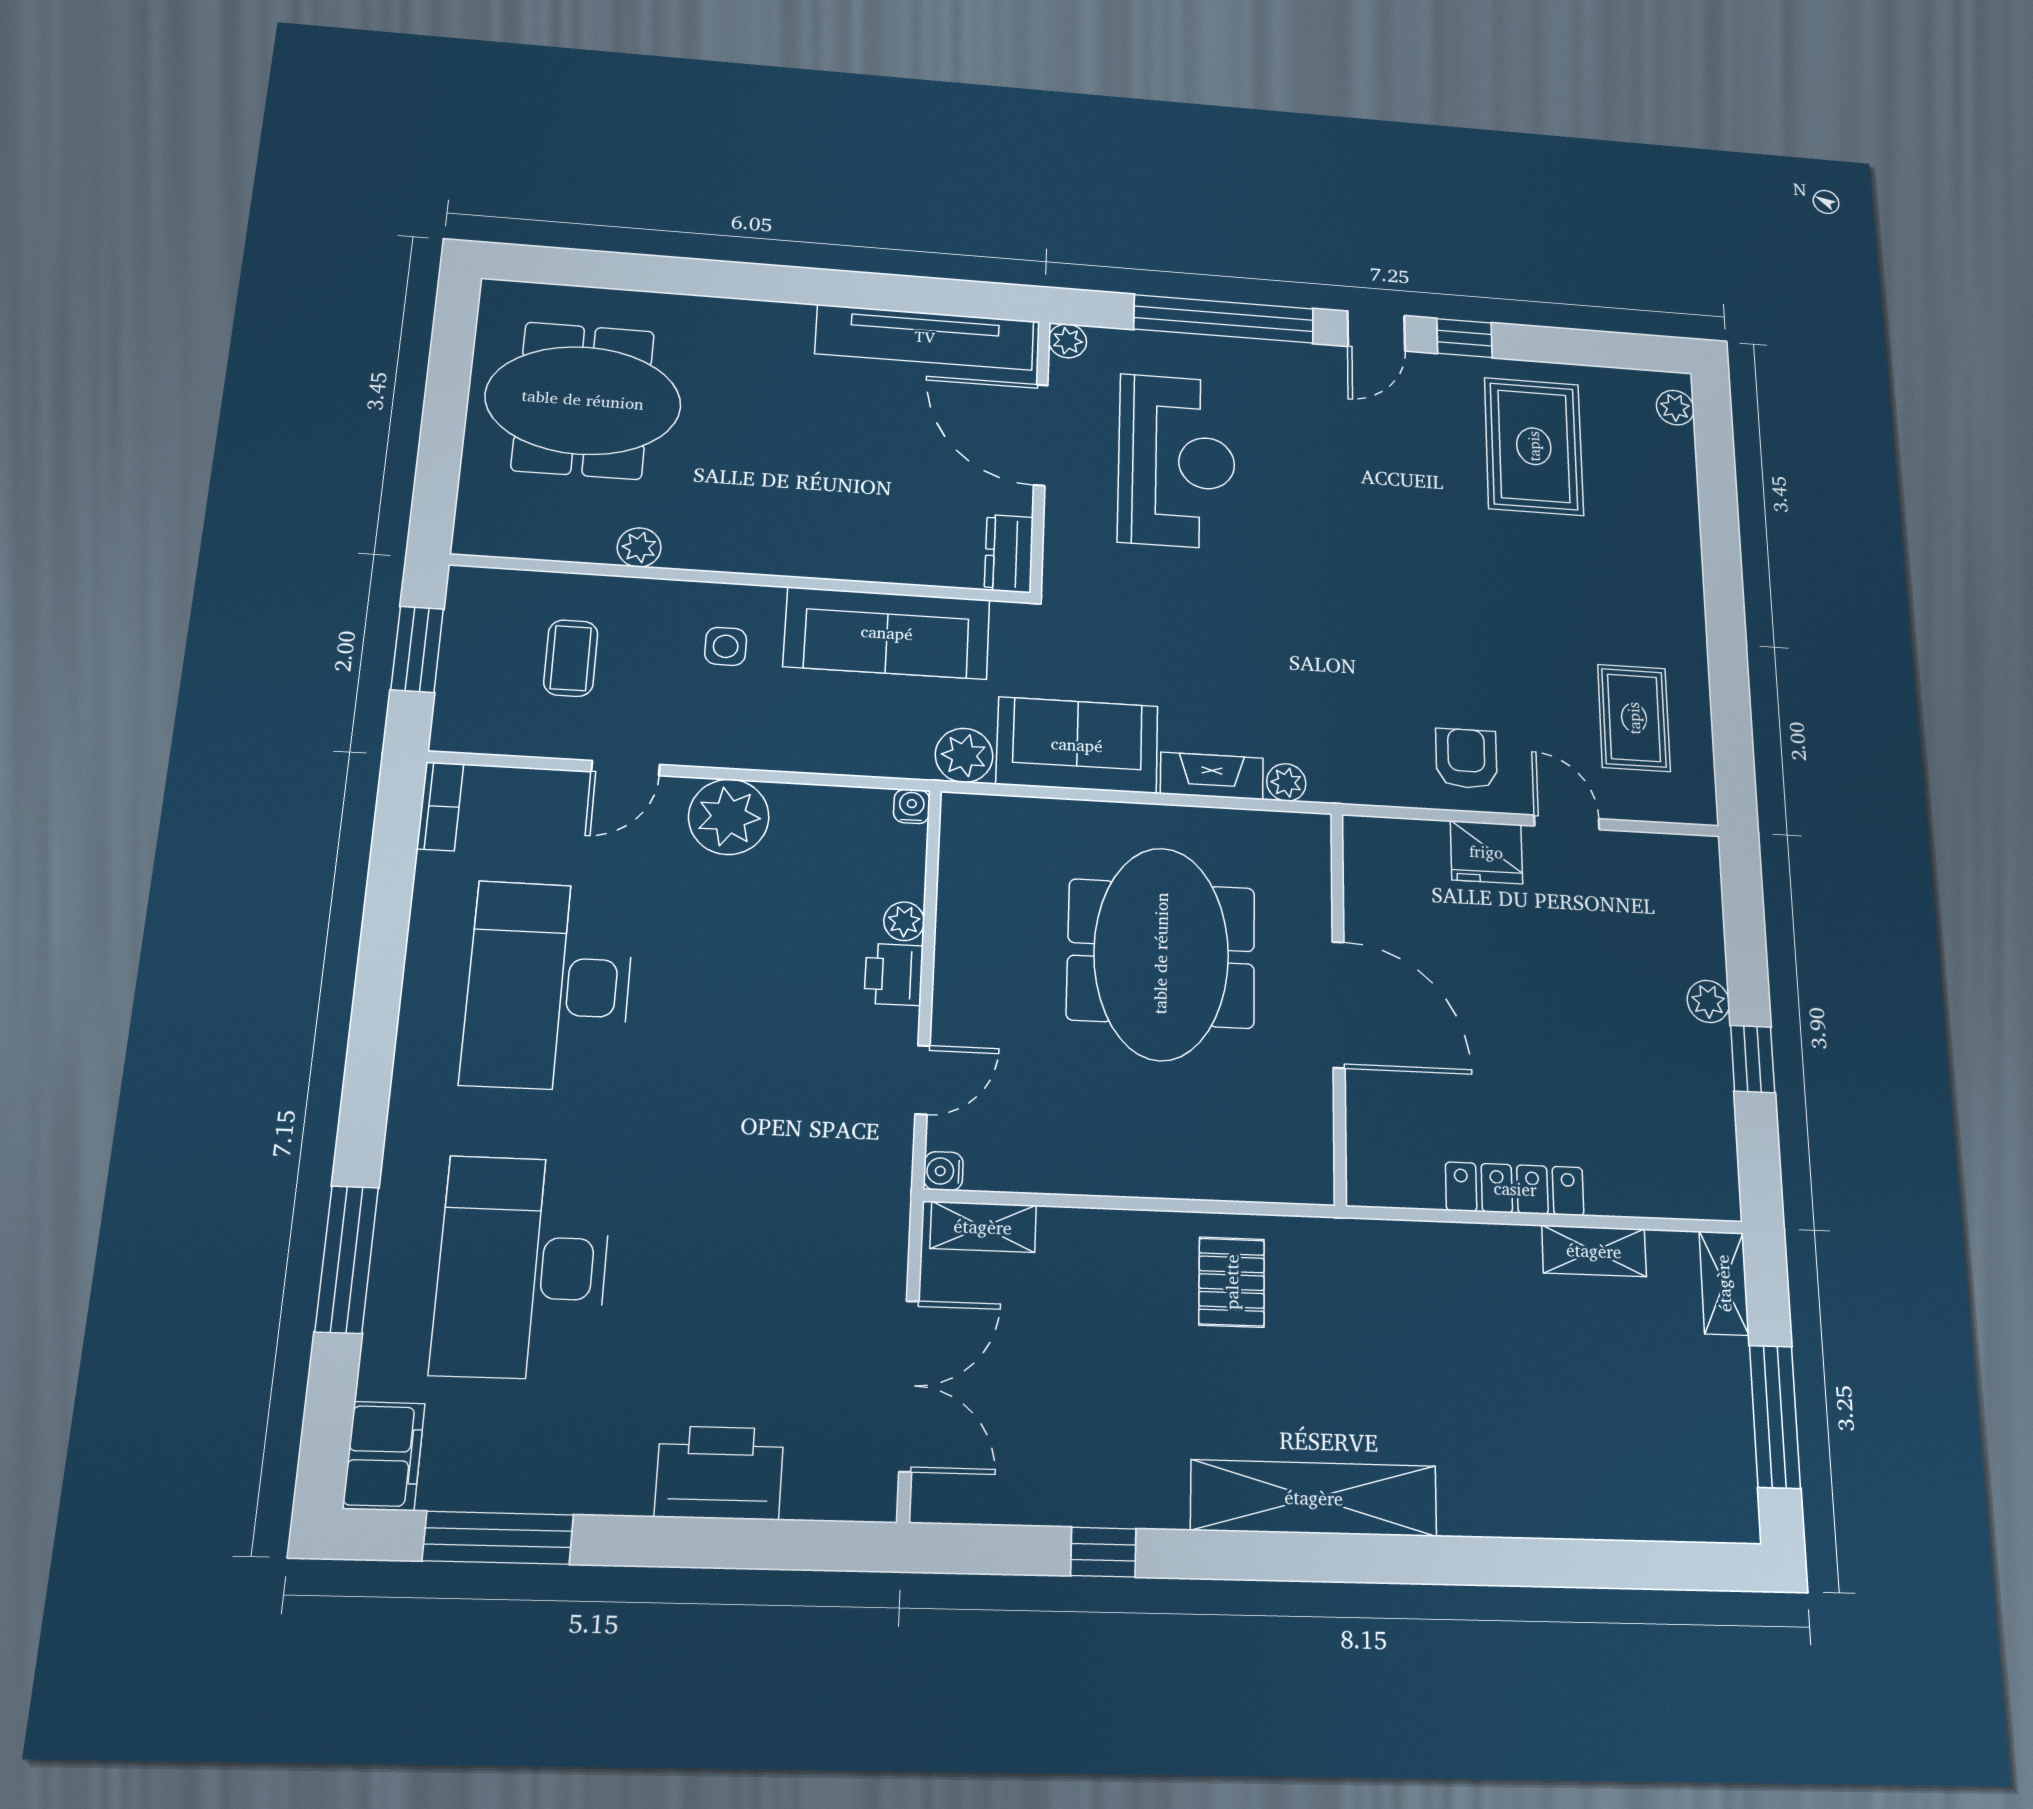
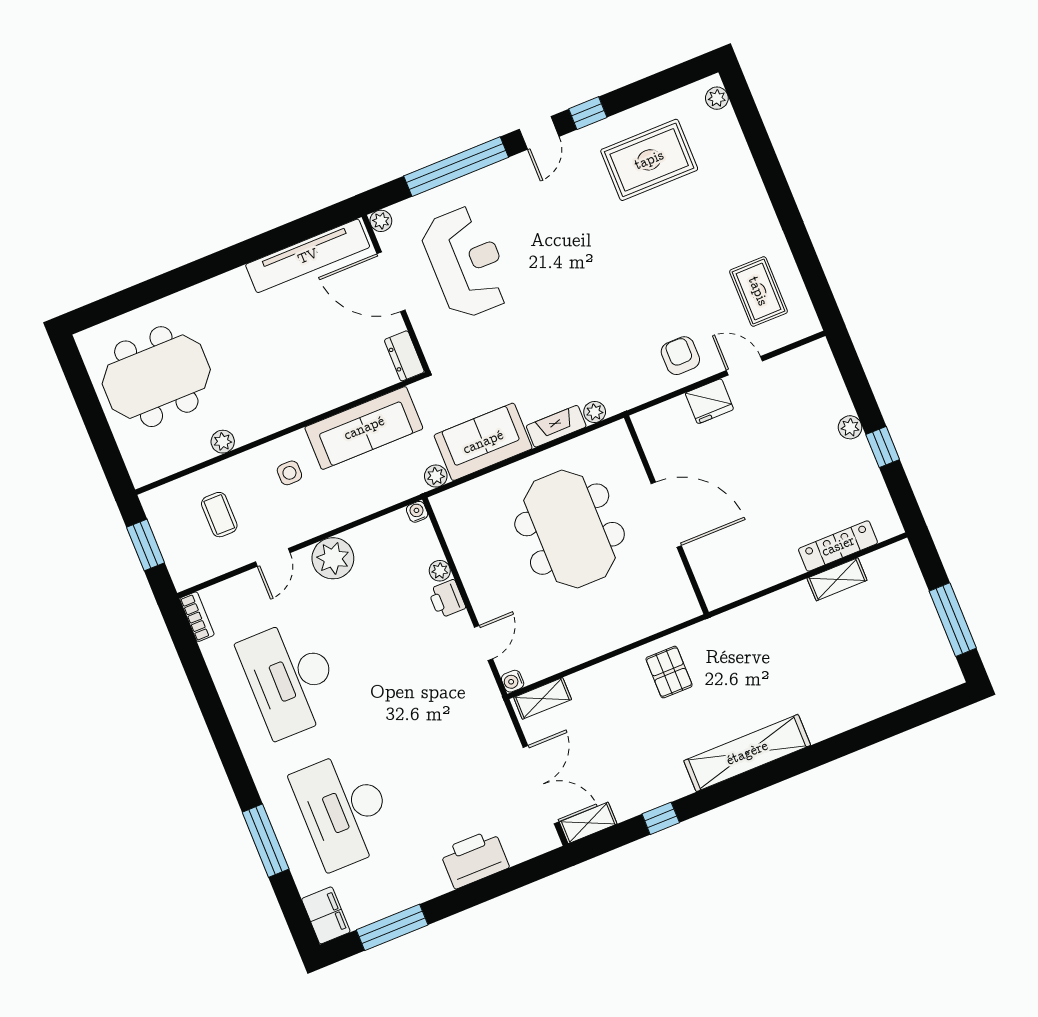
rug: (1534, 446) -> (649, 160), turned 90
plant: (964, 755) -> (436, 476), width x0.73, depth x0.73
locker: (1515, 1189) -> (838, 546), moved
shelving: (1724, 1283) -> (588, 823), moved, turned 90

